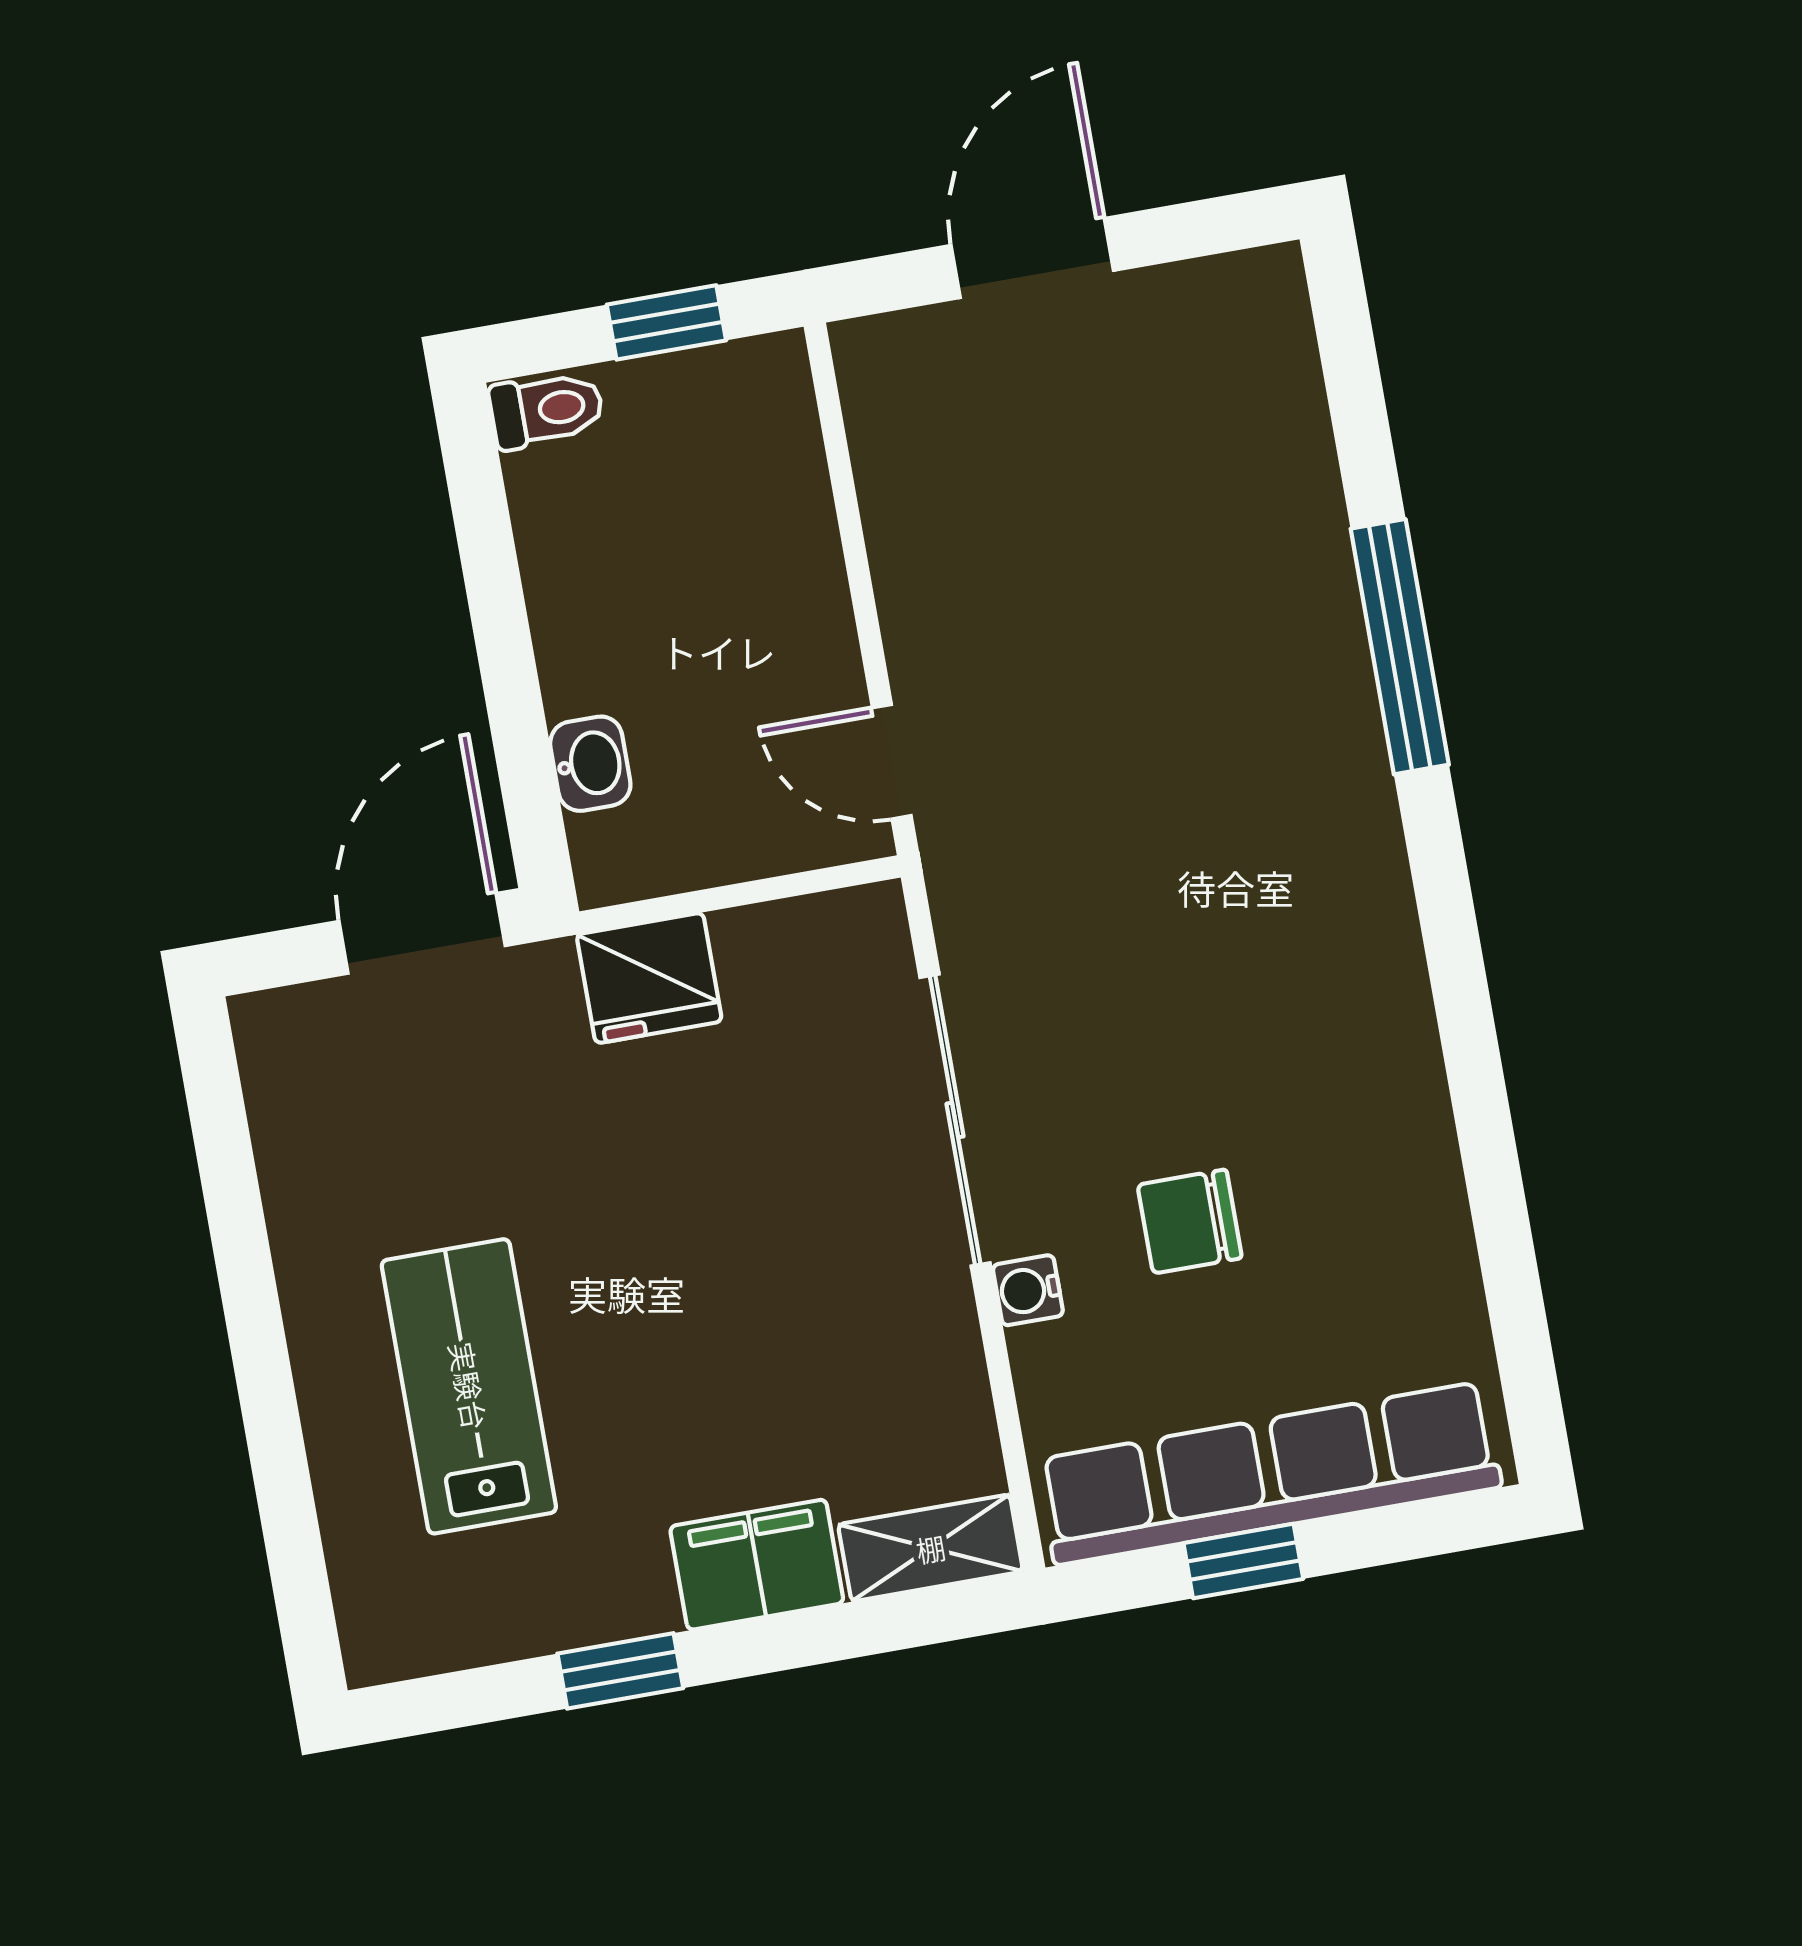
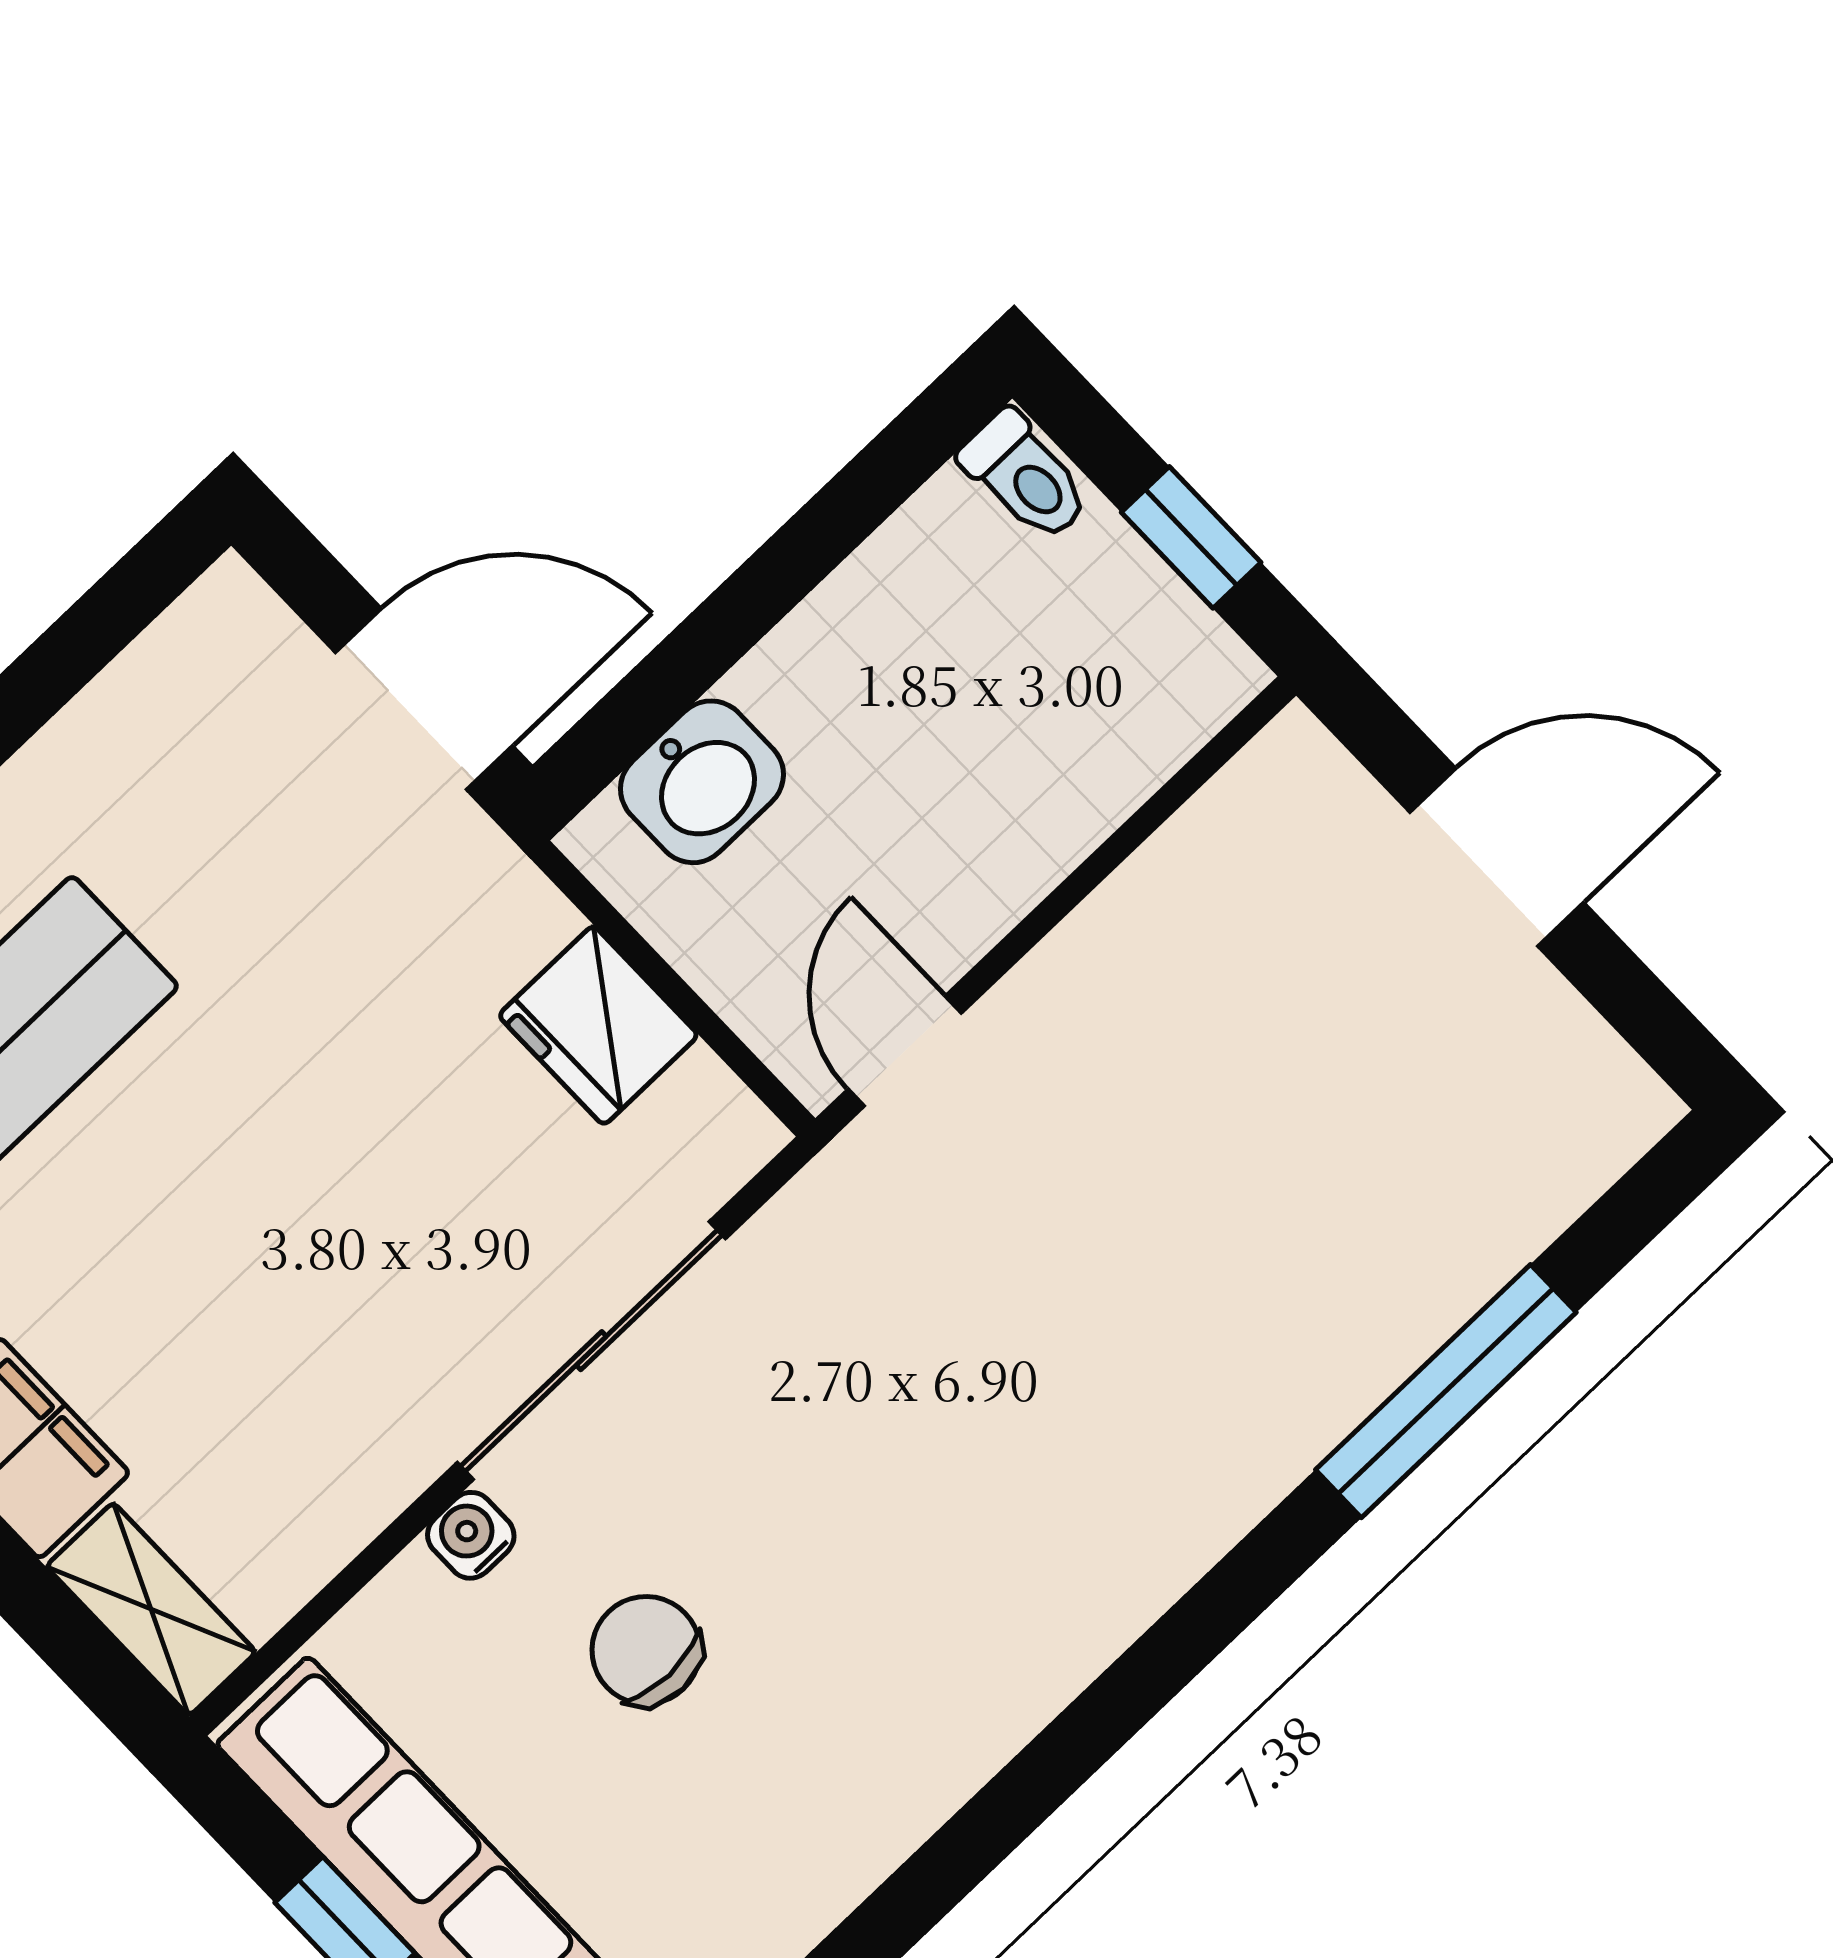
window: (1400, 647) -> (1446, 1391), moved
washbasin: (590, 764) -> (702, 782), width x1.38, depth x1.45
fridge: (649, 978) -> (598, 1025), moved

